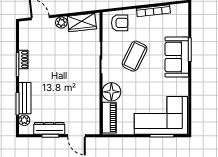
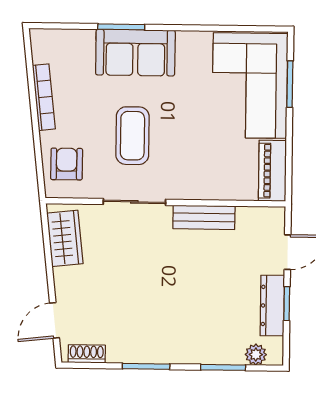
plant: (61, 23) -> (64, 279), removed
coffee table: (135, 56) -> (132, 136), turned 64
shoe rack: (23, 60) -> (87, 354), moved
floor lamp: (111, 92) -> (202, 182), removed
bench: (25, 98) -> (204, 217), moved
piano: (109, 118) -> (272, 171), moved, turned -90

